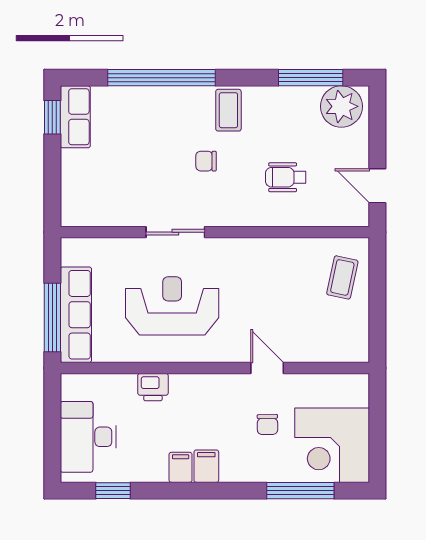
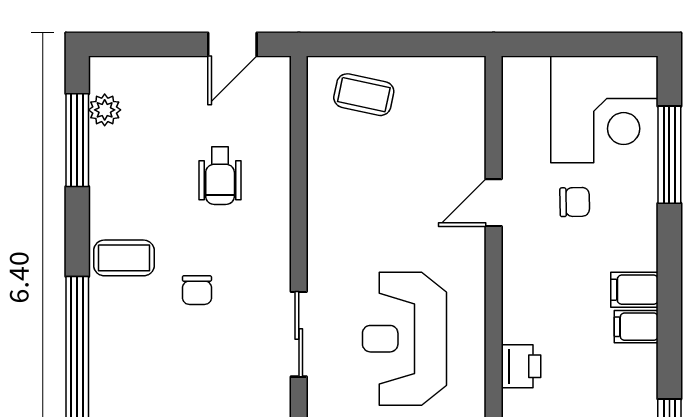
plant: (341, 106) -> (105, 110), width x0.53, depth x0.53

